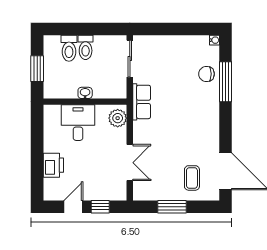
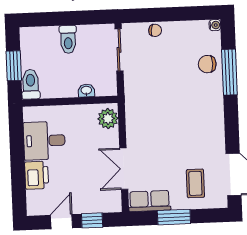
chair: (162, 43) -> (155, 30), added
toilet: (69, 48) -> (31, 84), moved, turned 180
washbasin: (85, 93) -> (86, 91), moved
row of seats: (142, 102) -> (150, 201), moved, turned -90
desk: (78, 123) -> (44, 141), moved, turned -90
double door: (130, 163) -> (124, 169), swing flipped

